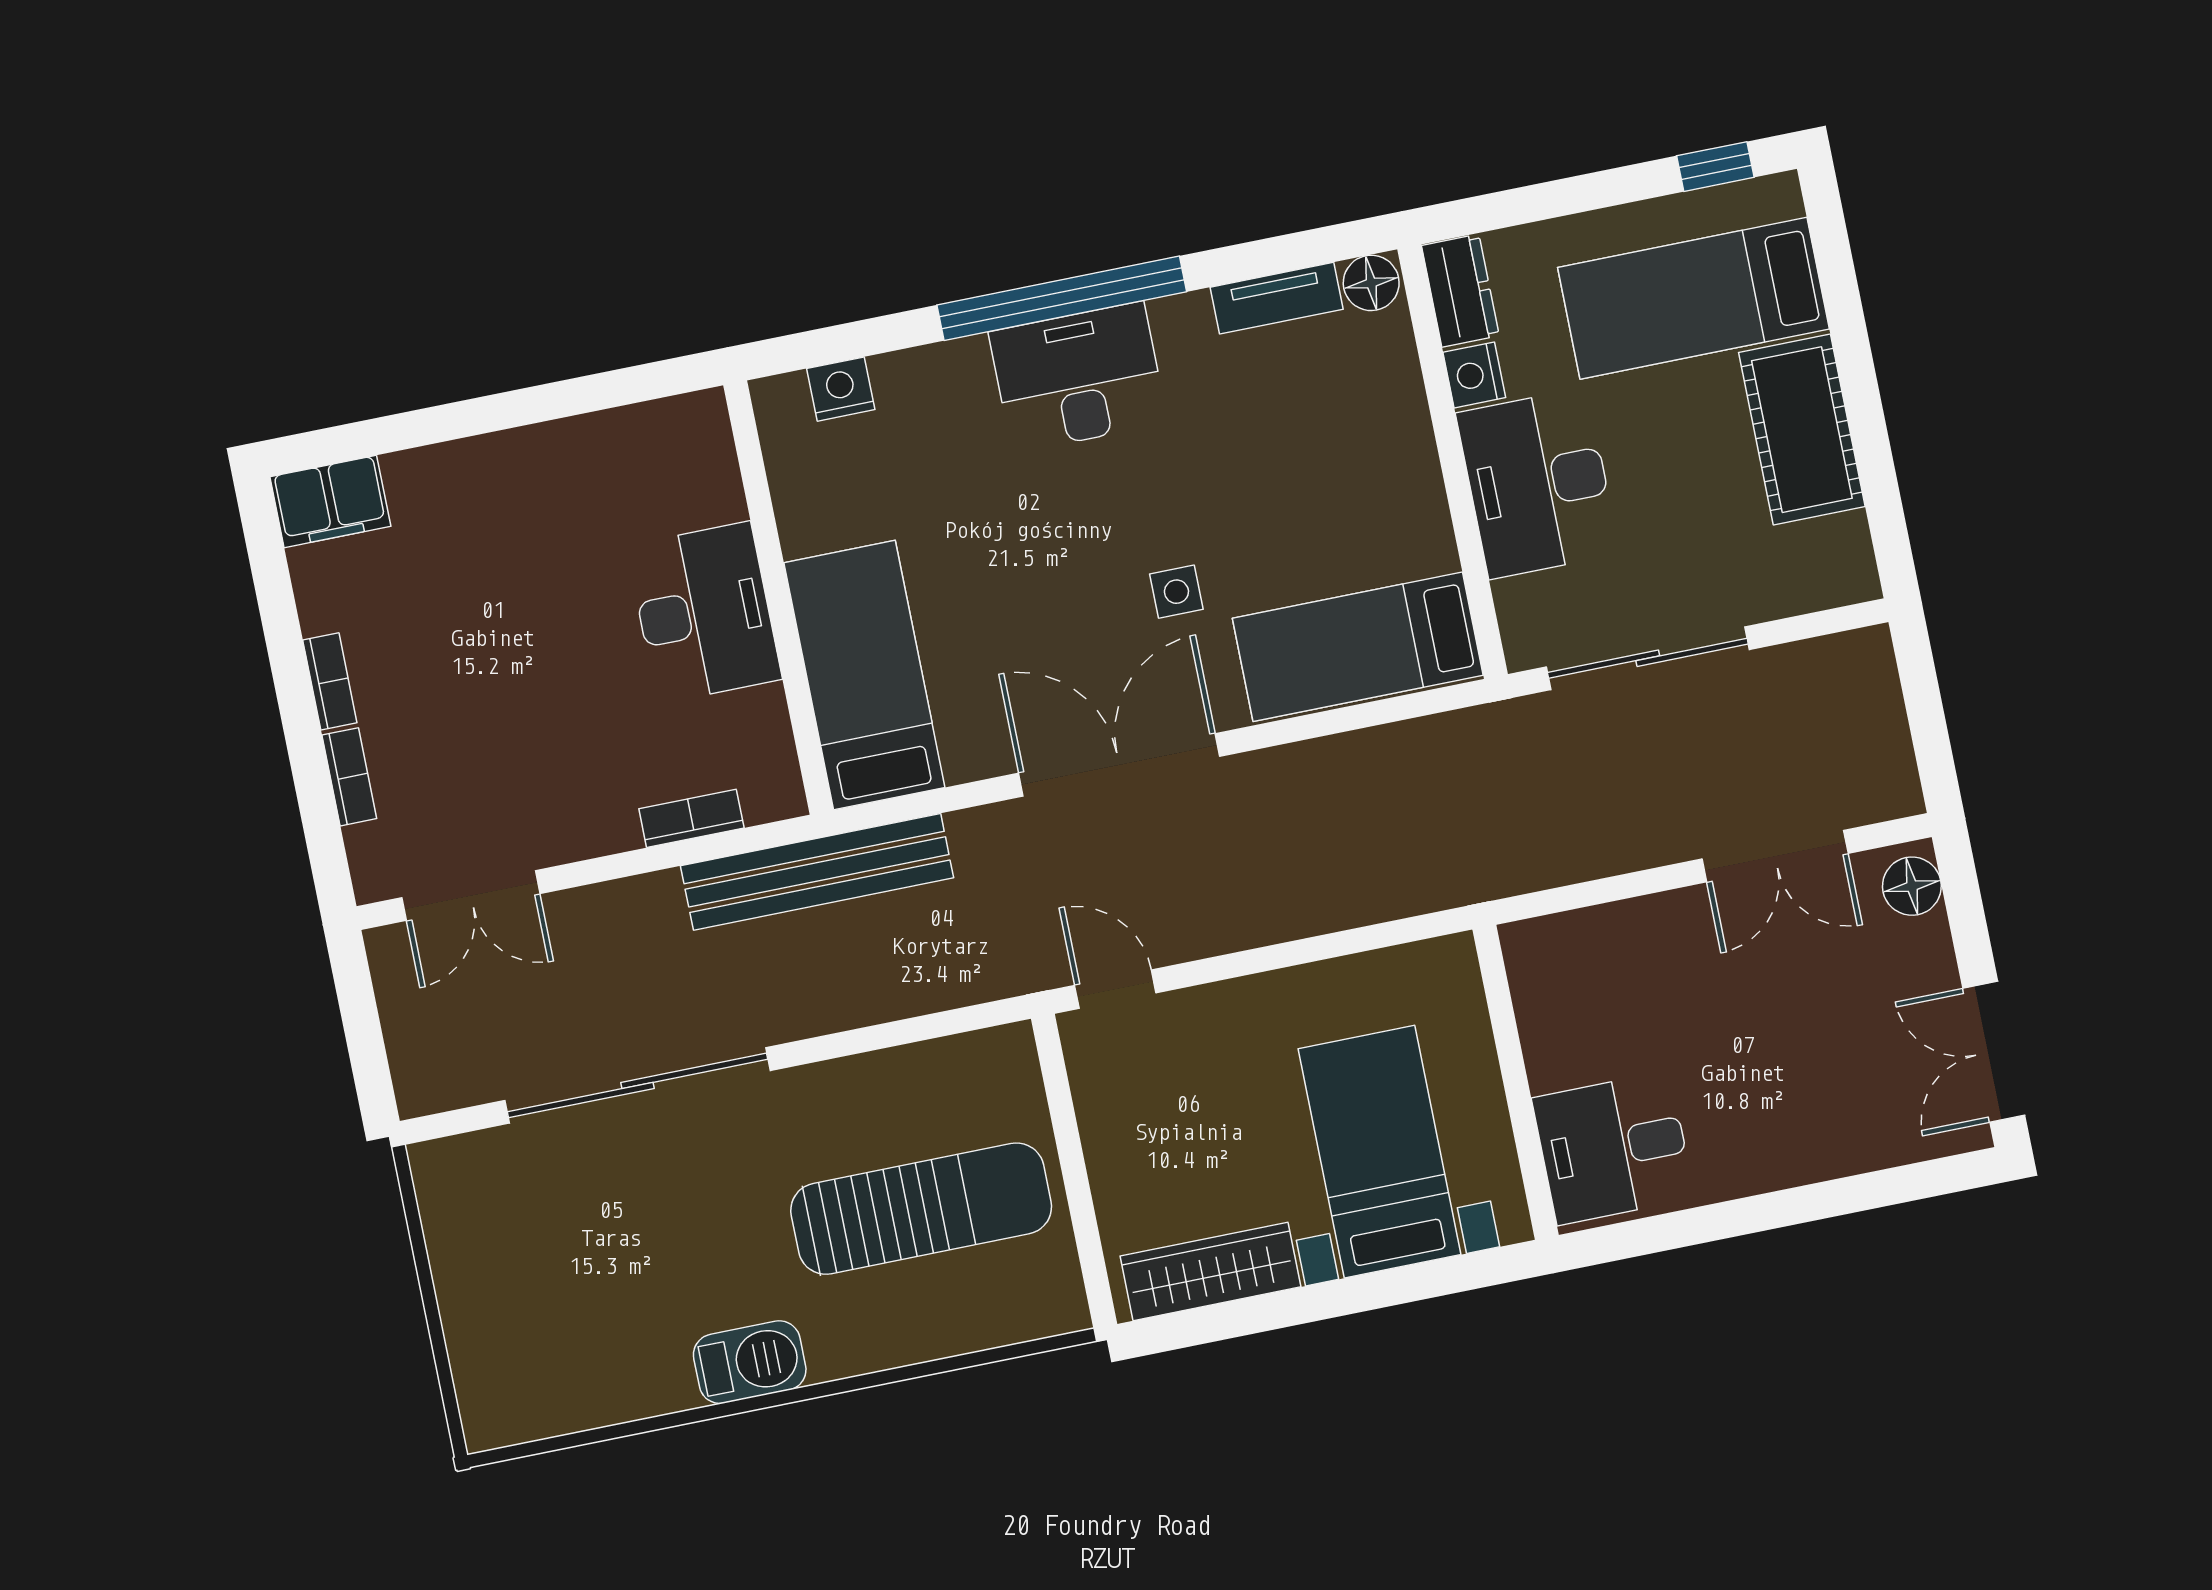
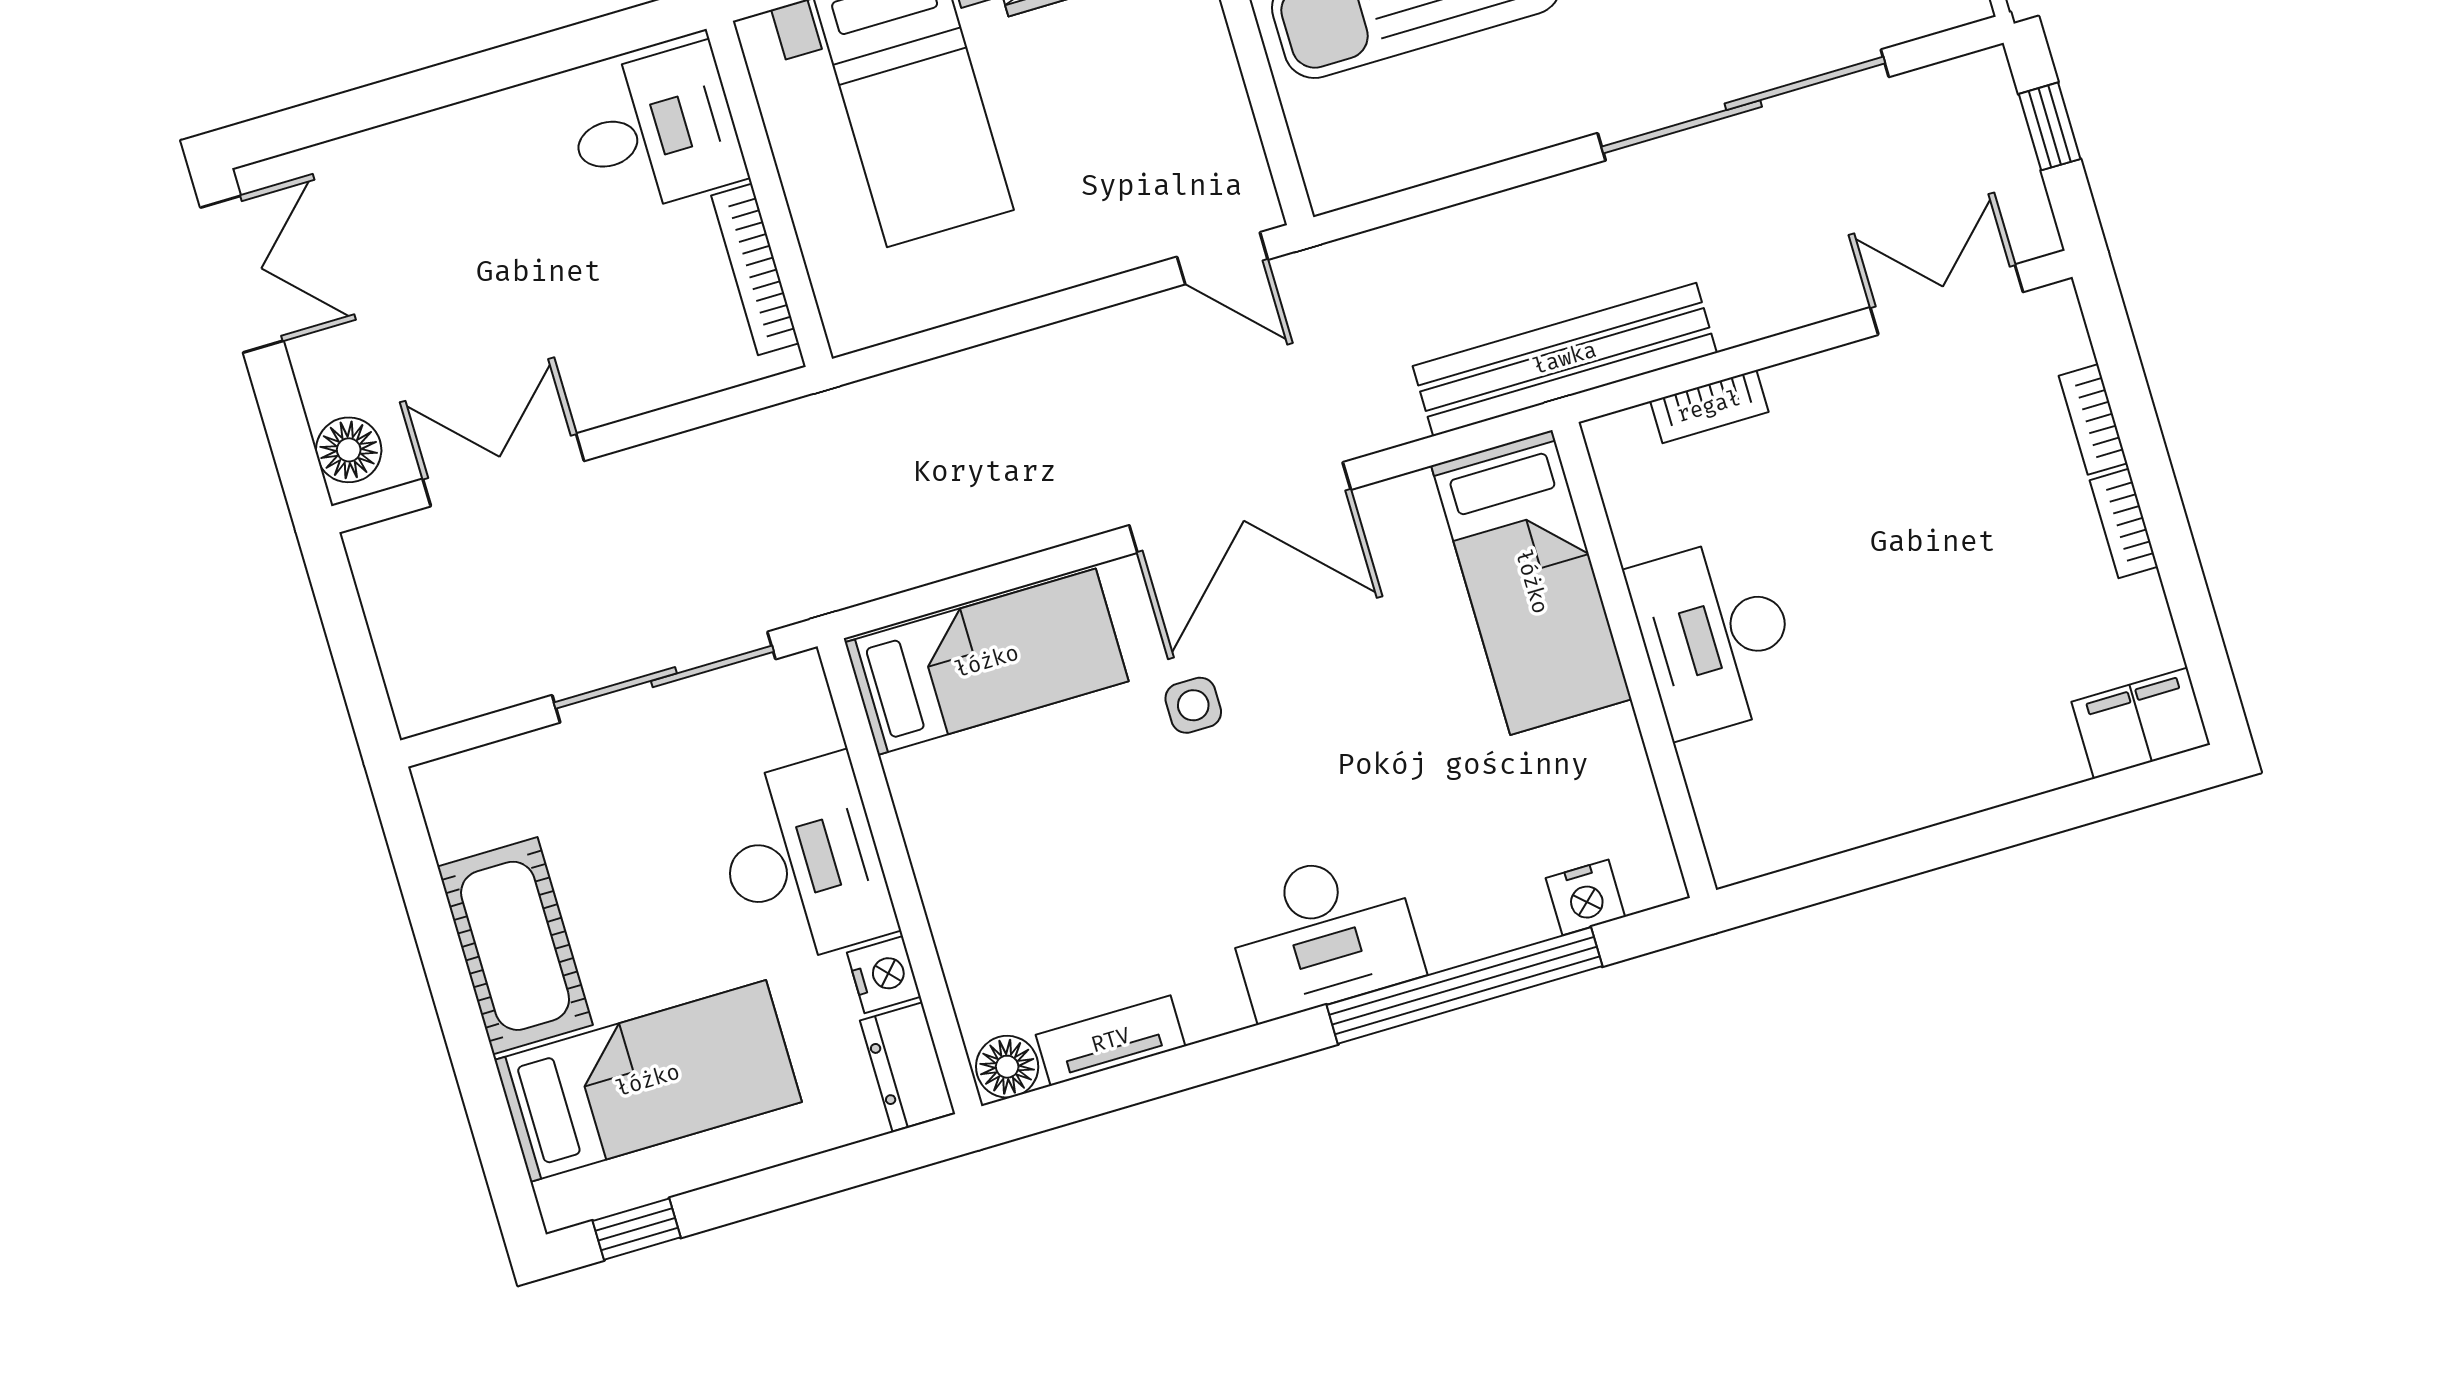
window: (1062, 298) -> (1464, 986), moved
bookcase: (1534, 1016) -> (755, 269), added
window: (365, 1042) -> (2050, 126), added

